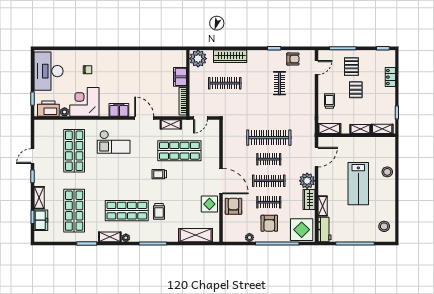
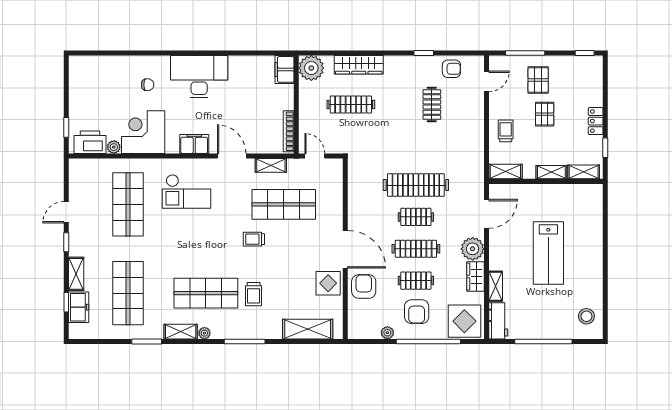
desk: (48, 71) -> (199, 77), moved, turned 90
filing cabinet: (180, 77) -> (284, 69), moved
locker: (390, 77) -> (596, 121), moved
door: (200, 118) -> (315, 156), swing flipped
stool: (387, 172) -> (591, 236), removed

